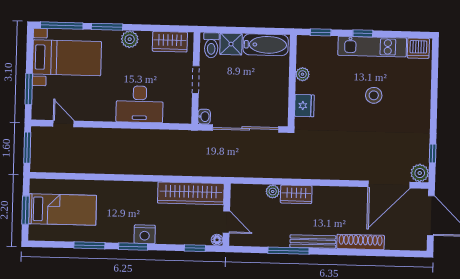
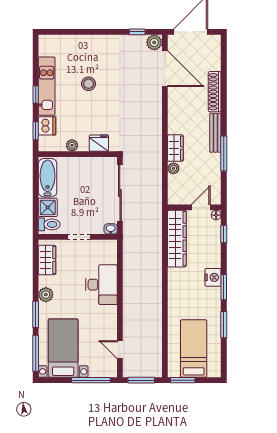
dishwasher: (418, 48) -> (47, 126), moved
window: (29, 89) -> (91, 380), width x1.44
door: (63, 124) -> (120, 350), hinge flipped
window: (26, 210) -> (183, 380), moved

